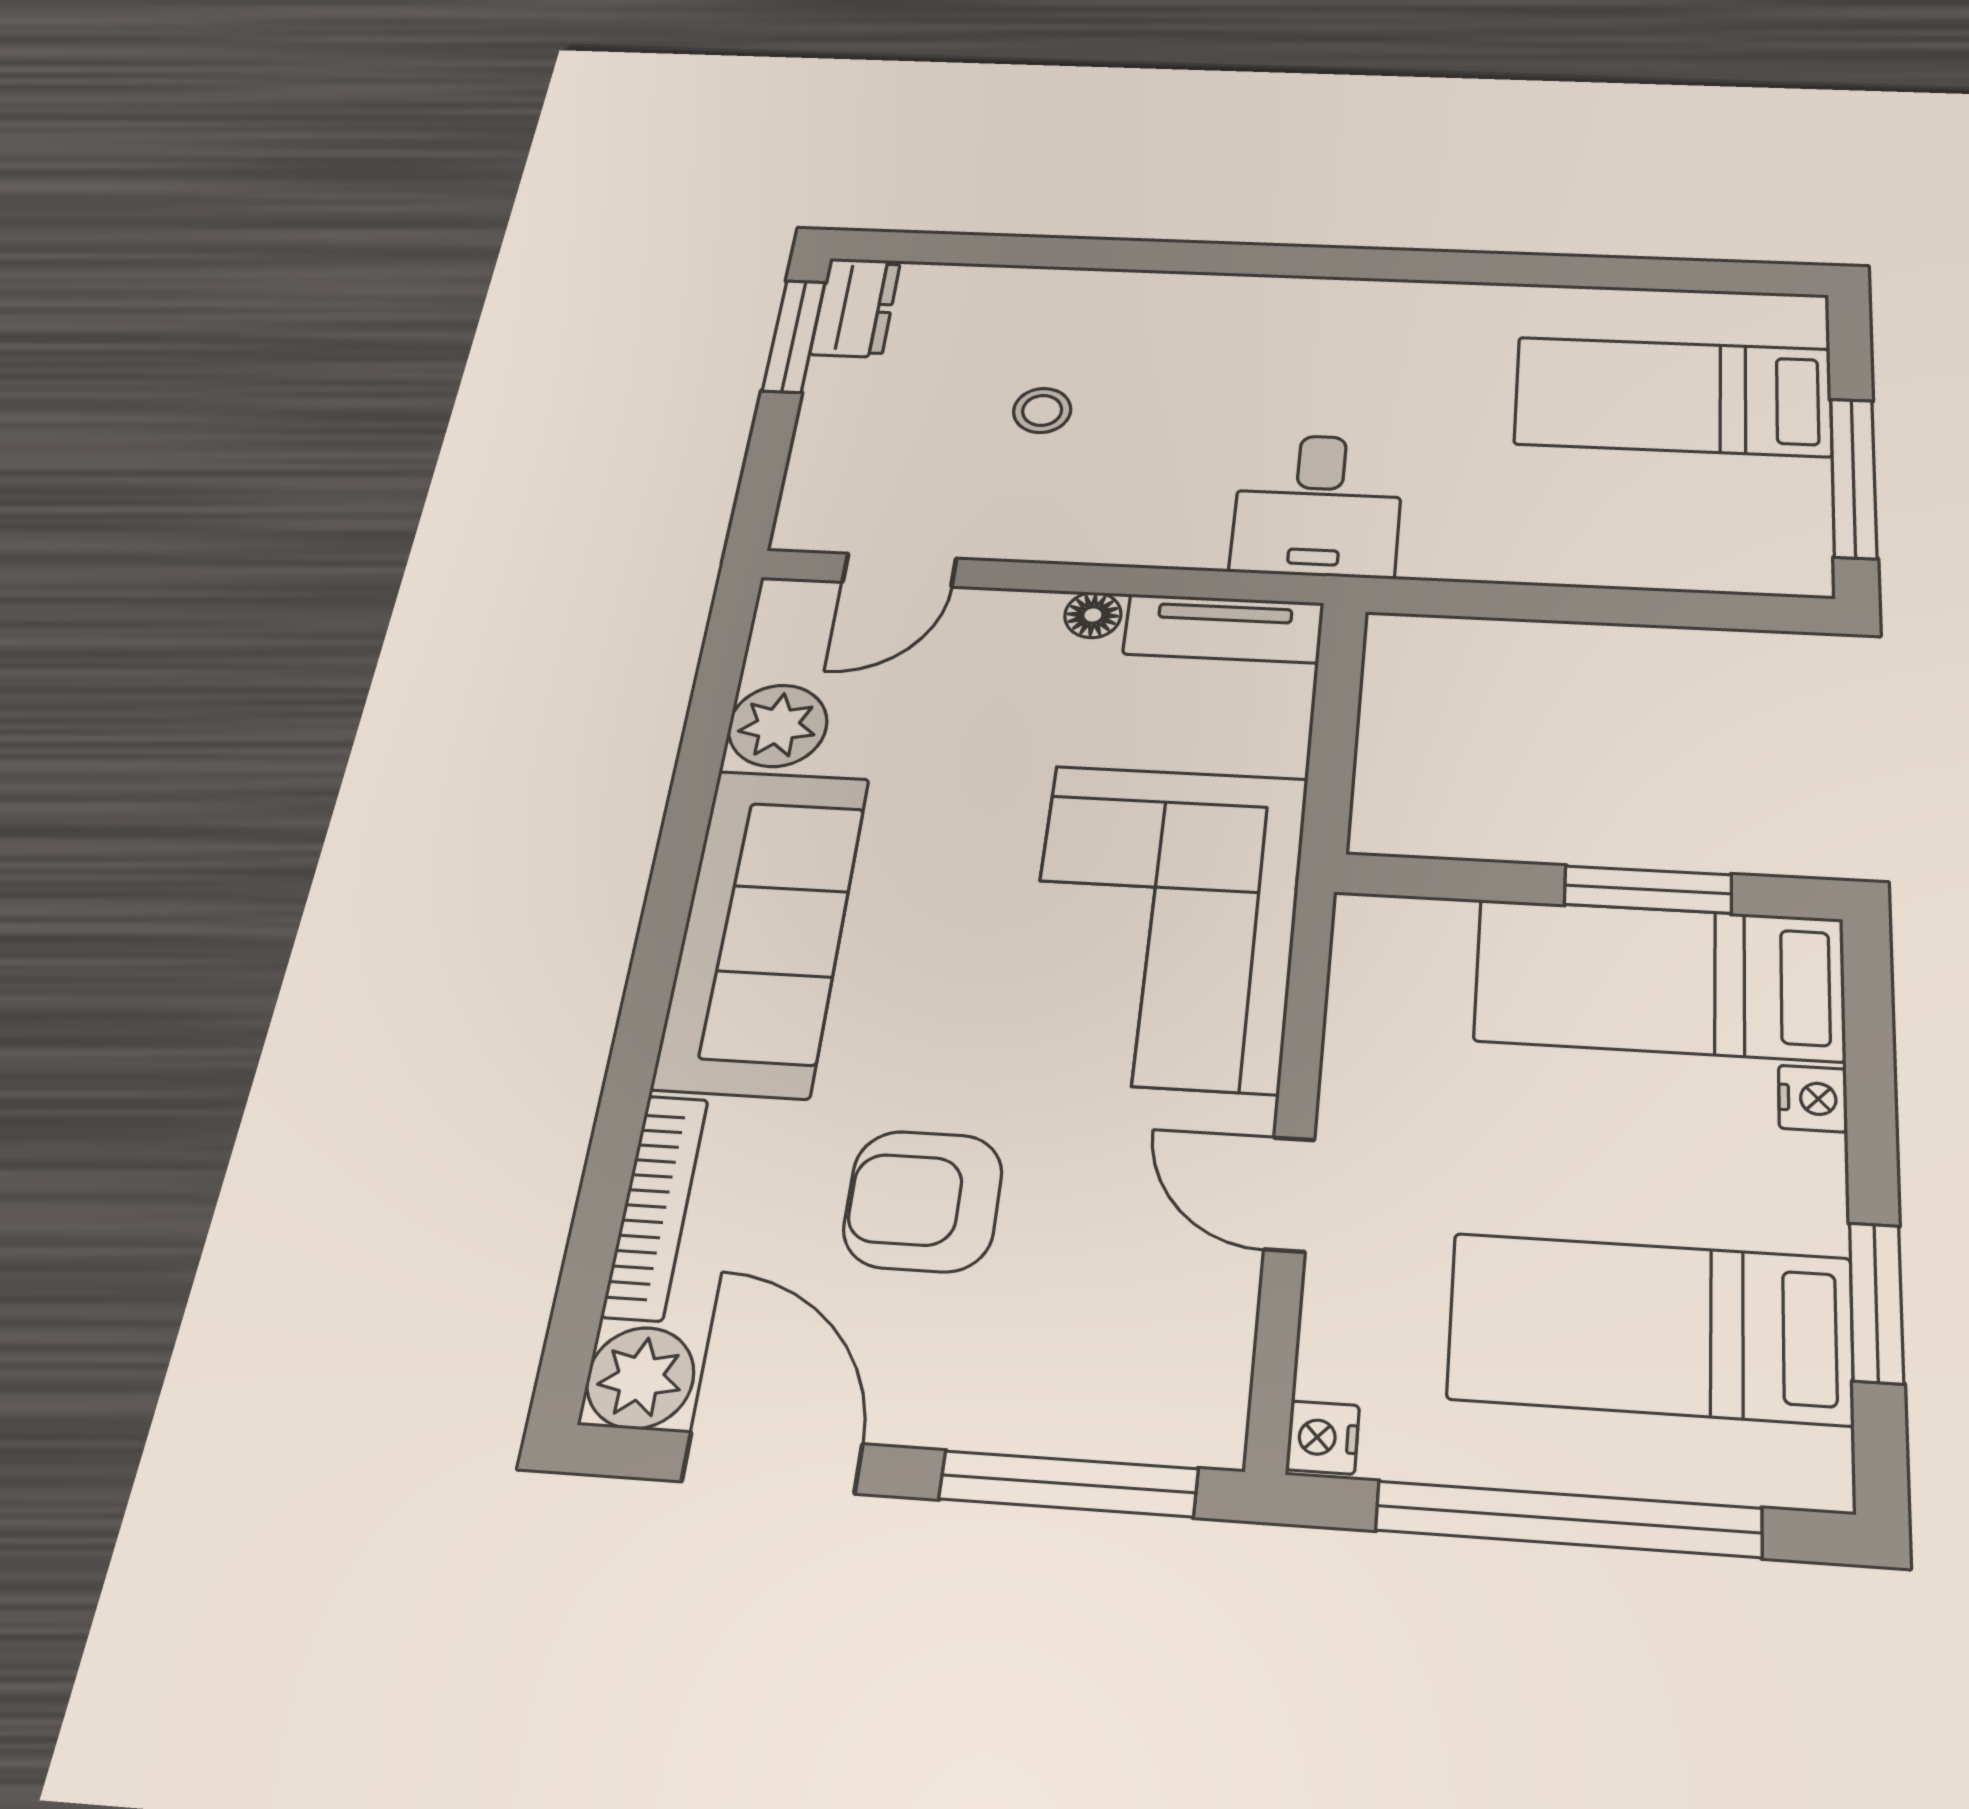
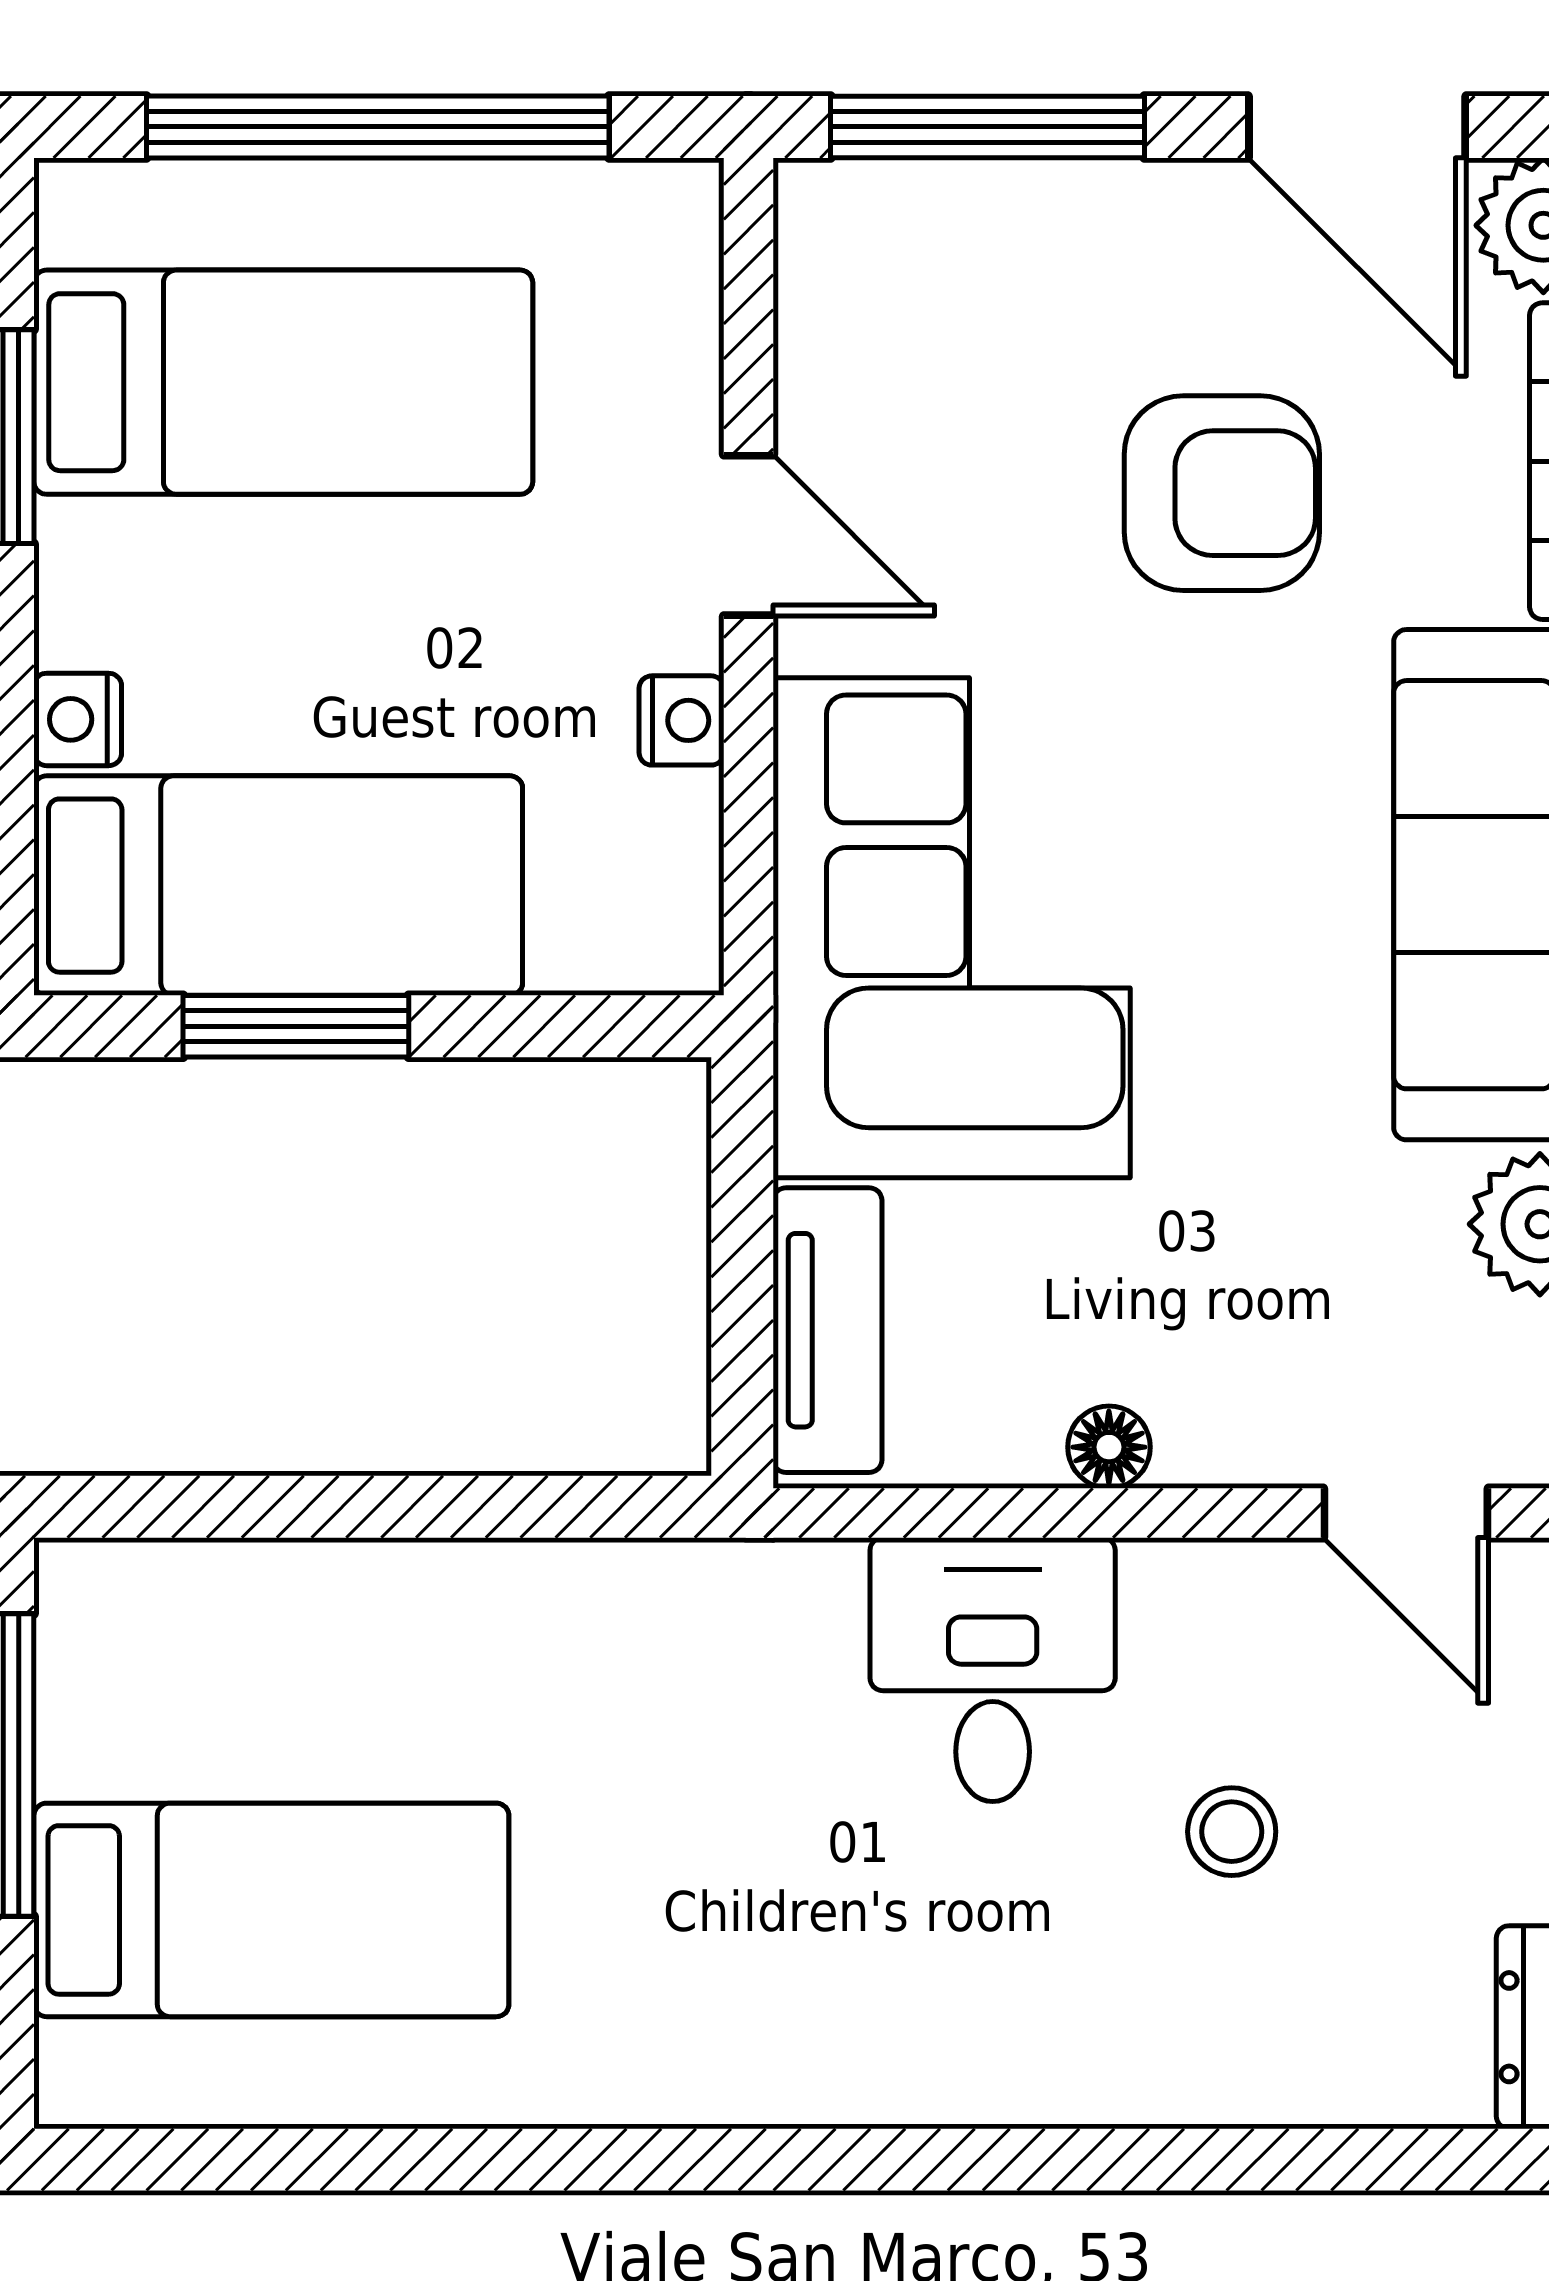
desk: (1318, 505) -> (993, 1670), moved
door: (900, 570) -> (1406, 1513), swing flipped
tv unit: (1224, 628) -> (827, 1330), moved, turned 90
nightstand: (1323, 1437) -> (682, 720), moved

